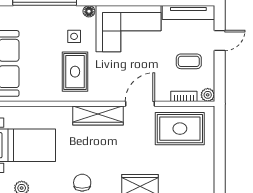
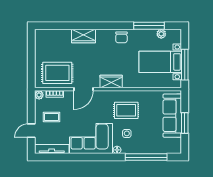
rug: (75, 72) -> (126, 110), turned 90
wardrobe: (98, 116) -> (111, 81), width x0.67

